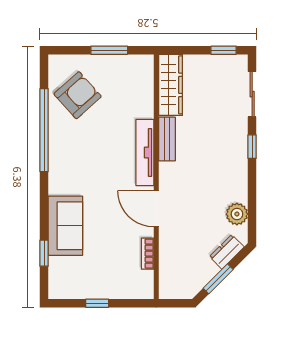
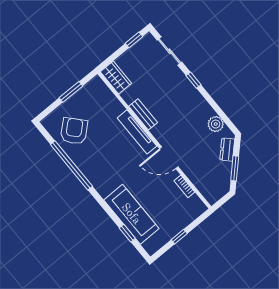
wardrobe: (171, 85) -> (116, 77), width x0.67
sofa: (65, 226) -> (131, 214), width x1.36

